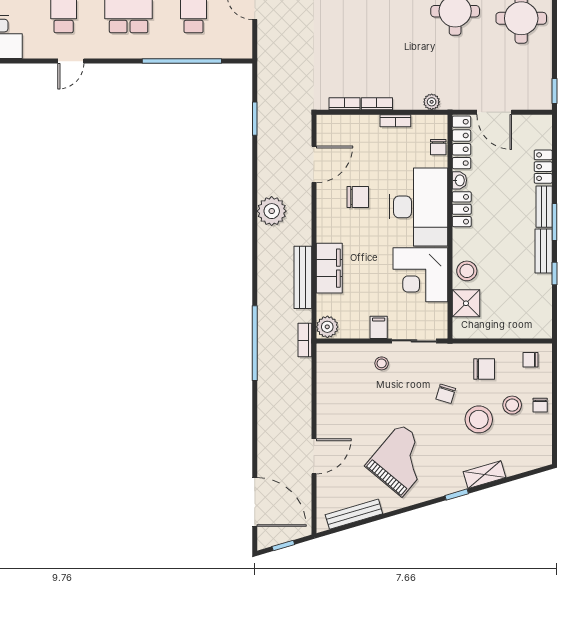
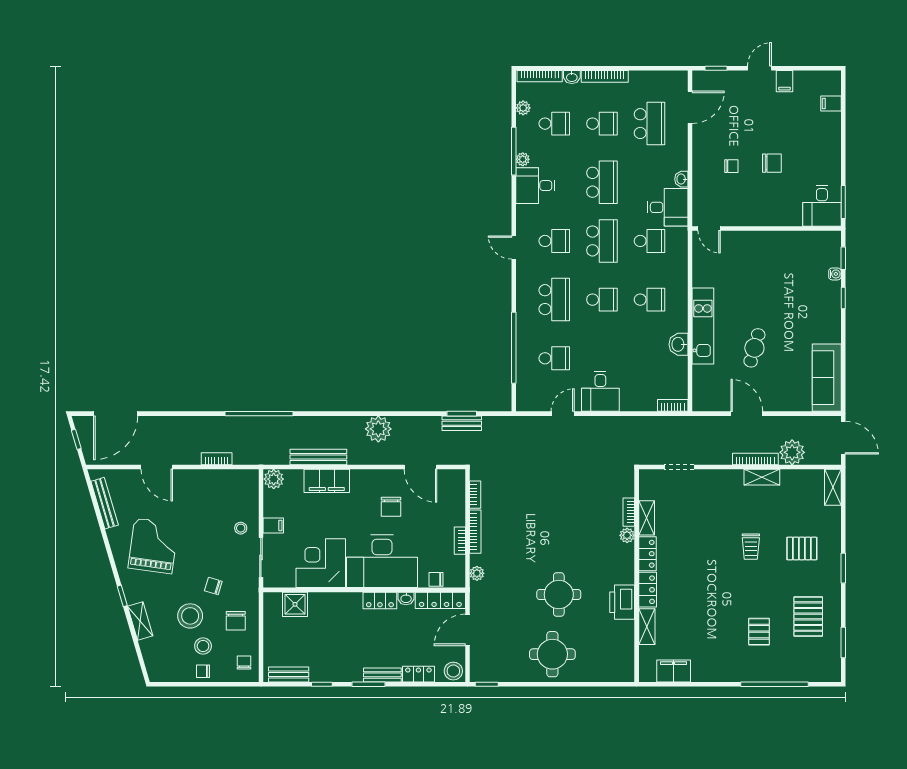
bookcase: (377, 104) -> (475, 532), width x1.56
bench: (265, 119) -> (462, 423), added
bench: (544, 251) -> (289, 674), moved
stool: (467, 271) -> (453, 671), moved
bookcase: (305, 340) -> (217, 459), moved
grand piano: (401, 460) -> (153, 546), turned -122

